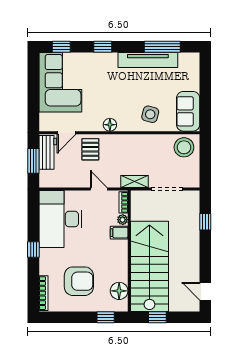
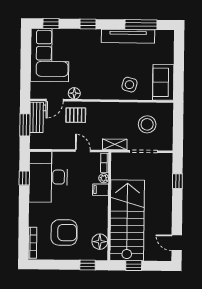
floor lamp: (110, 125) -> (74, 93), moved
stool: (184, 147) -> (147, 124), moved
pallet: (90, 149) -> (76, 115), turned 90
window: (33, 250) -> (24, 178), moved

